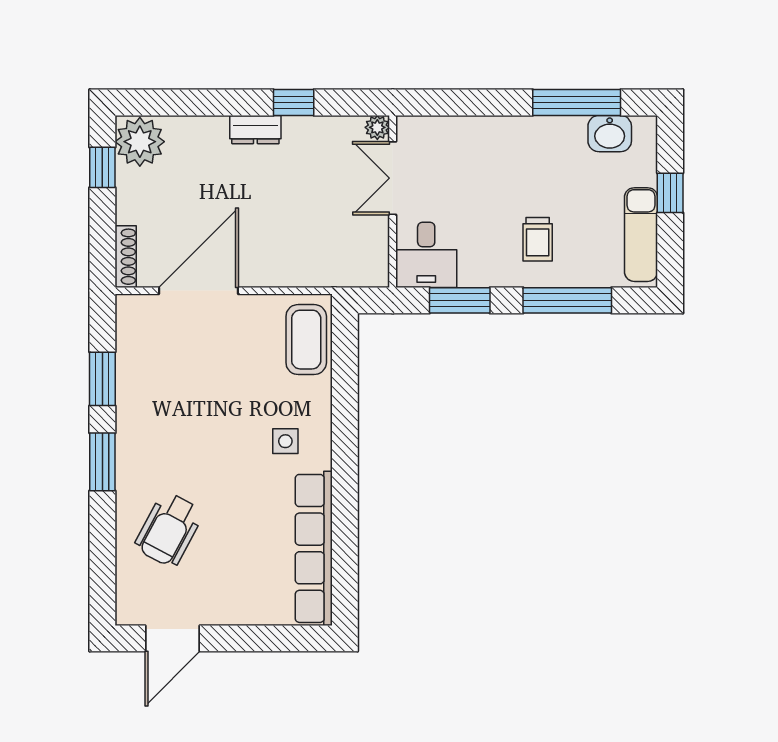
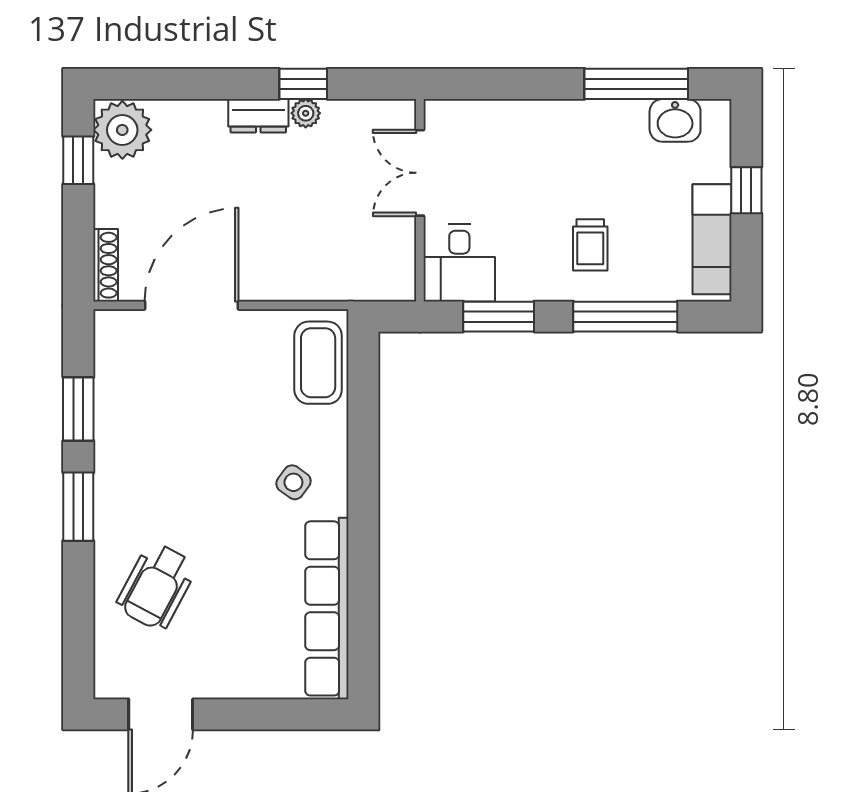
plant: (377, 127) -> (306, 113), moved
side table: (285, 441) -> (293, 482), turned 36

